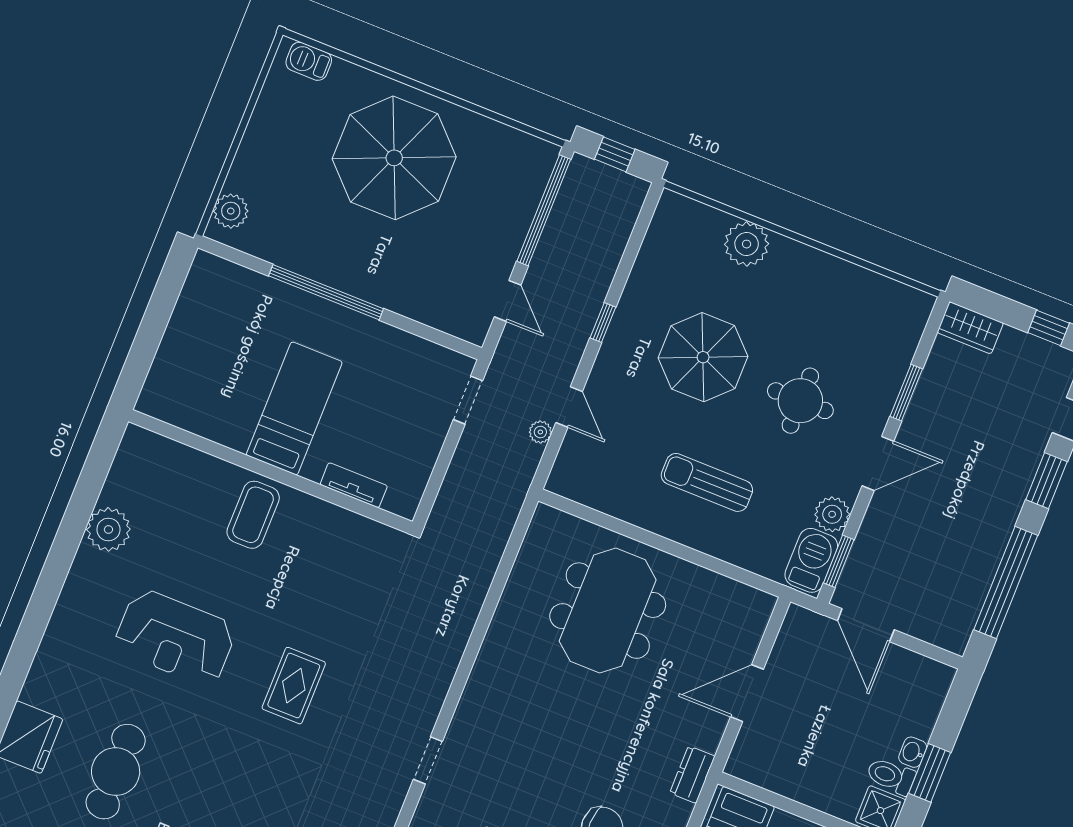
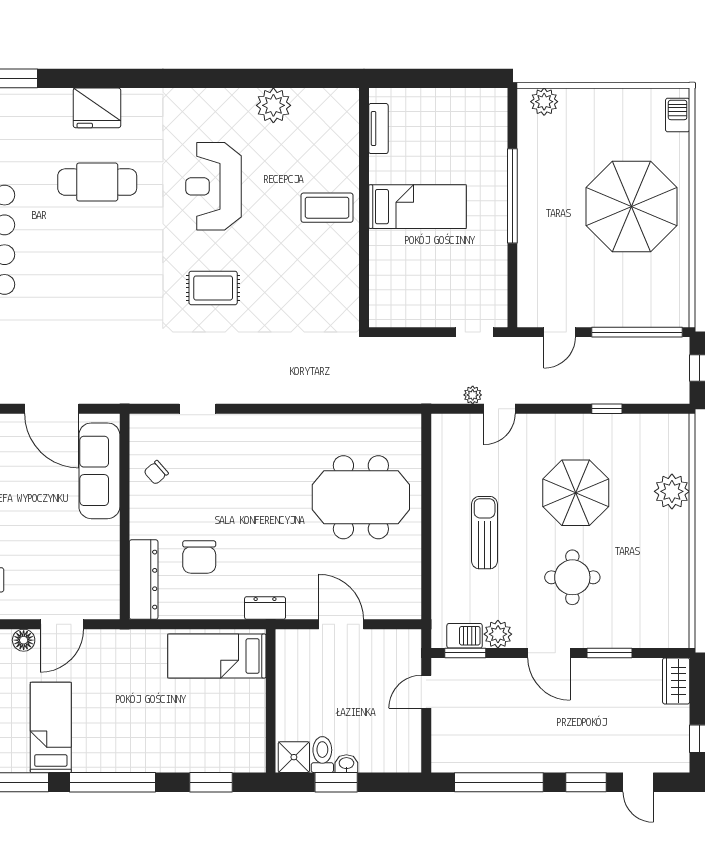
window: (603, 323) -> (607, 409), moved
tv unit: (354, 485) -> (378, 129), moved
barbecue: (811, 560) -> (465, 636), width x0.73, depth x0.79
door: (866, 625) -> (426, 692), width x0.73

